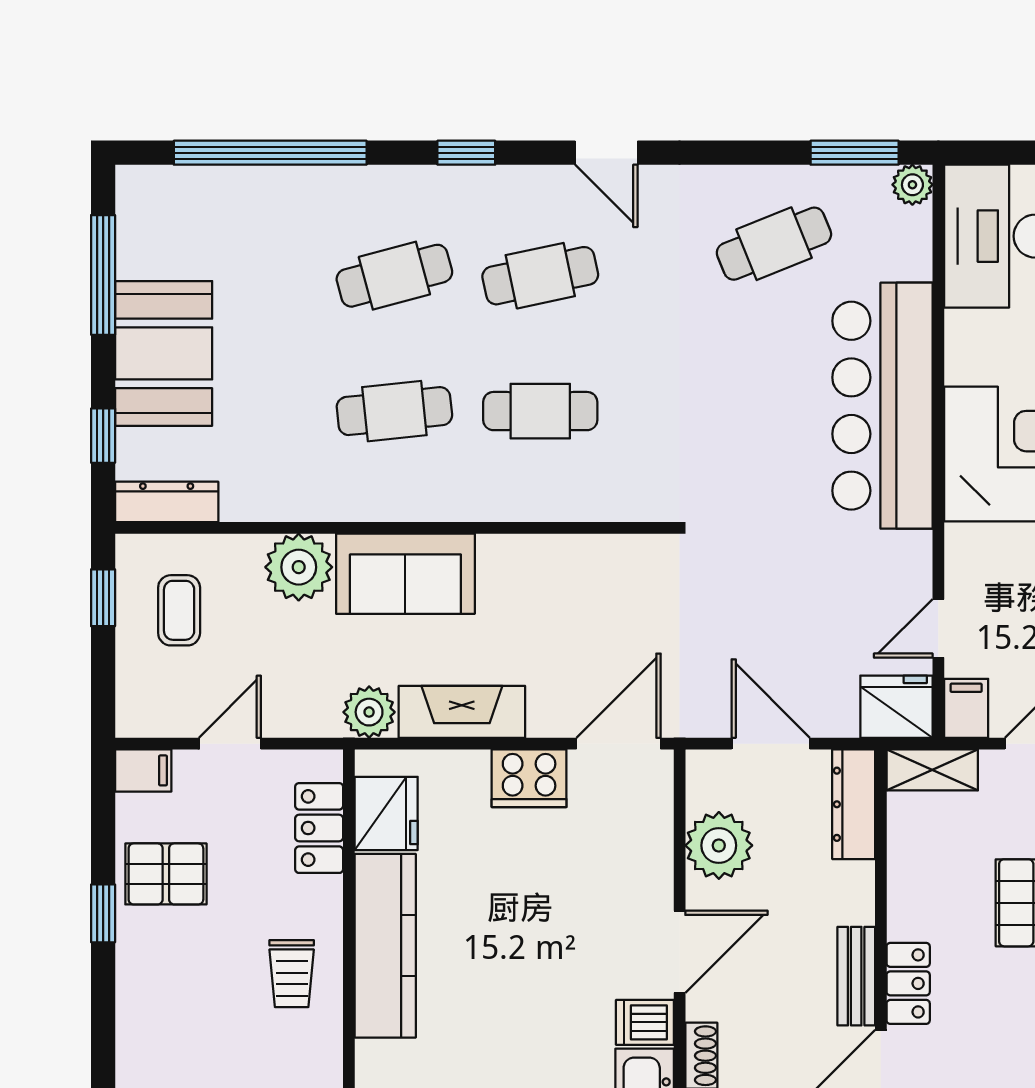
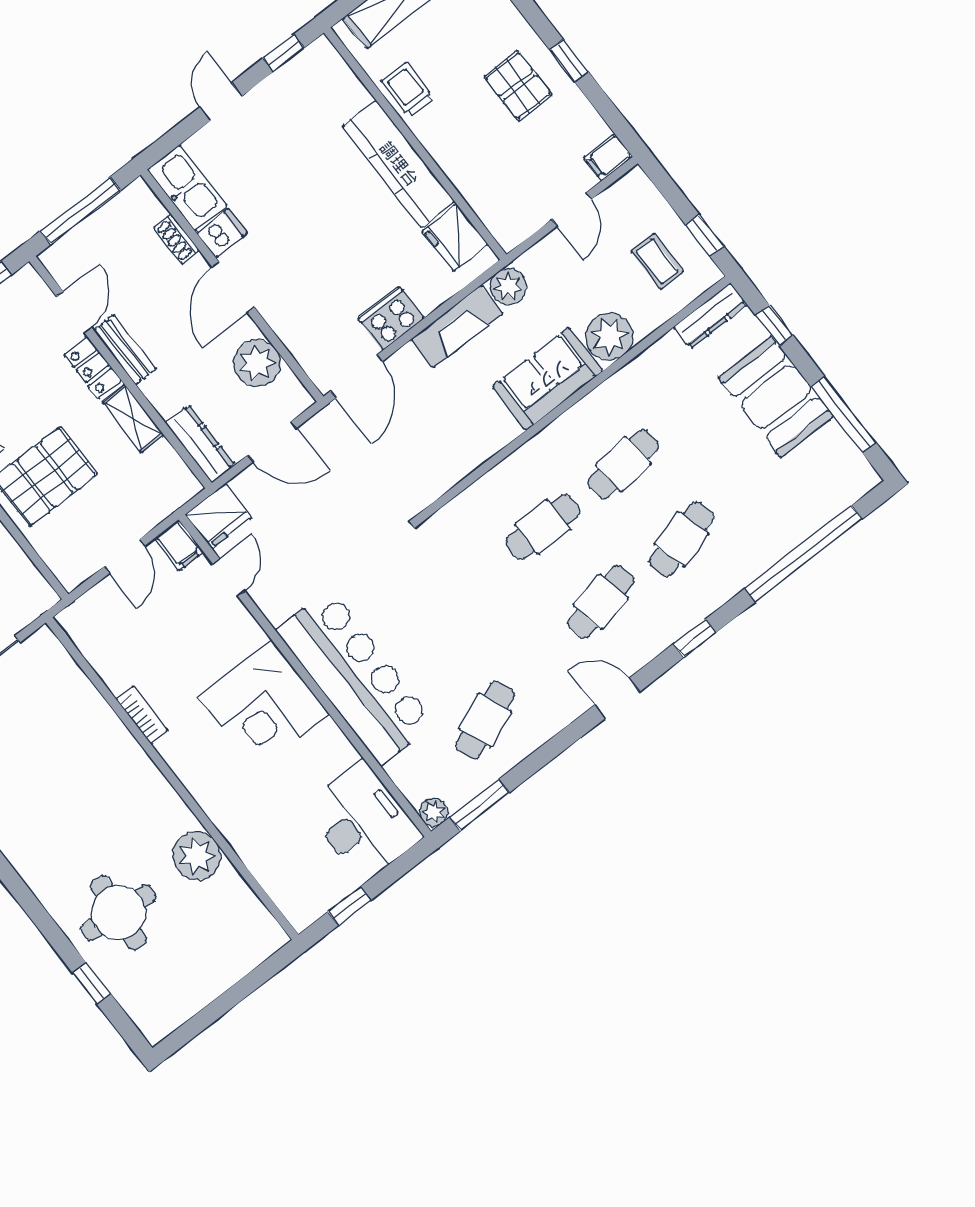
shelving: (932, 770) -> (133, 419), moved, turned 90
locker: (319, 828) -> (486, 201), removed
pallet: (166, 874) -> (518, 86), moved, turned 90
trolley: (292, 974) -> (407, 90), moved

